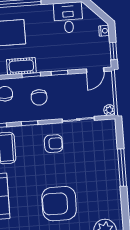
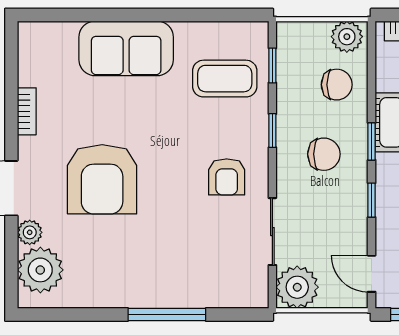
chair: (39, 97) -> (324, 154), turned 180
plant: (109, 110) -> (297, 287), width x1.88, depth x1.88
armchair: (59, 204) -> (102, 179), turned 180

